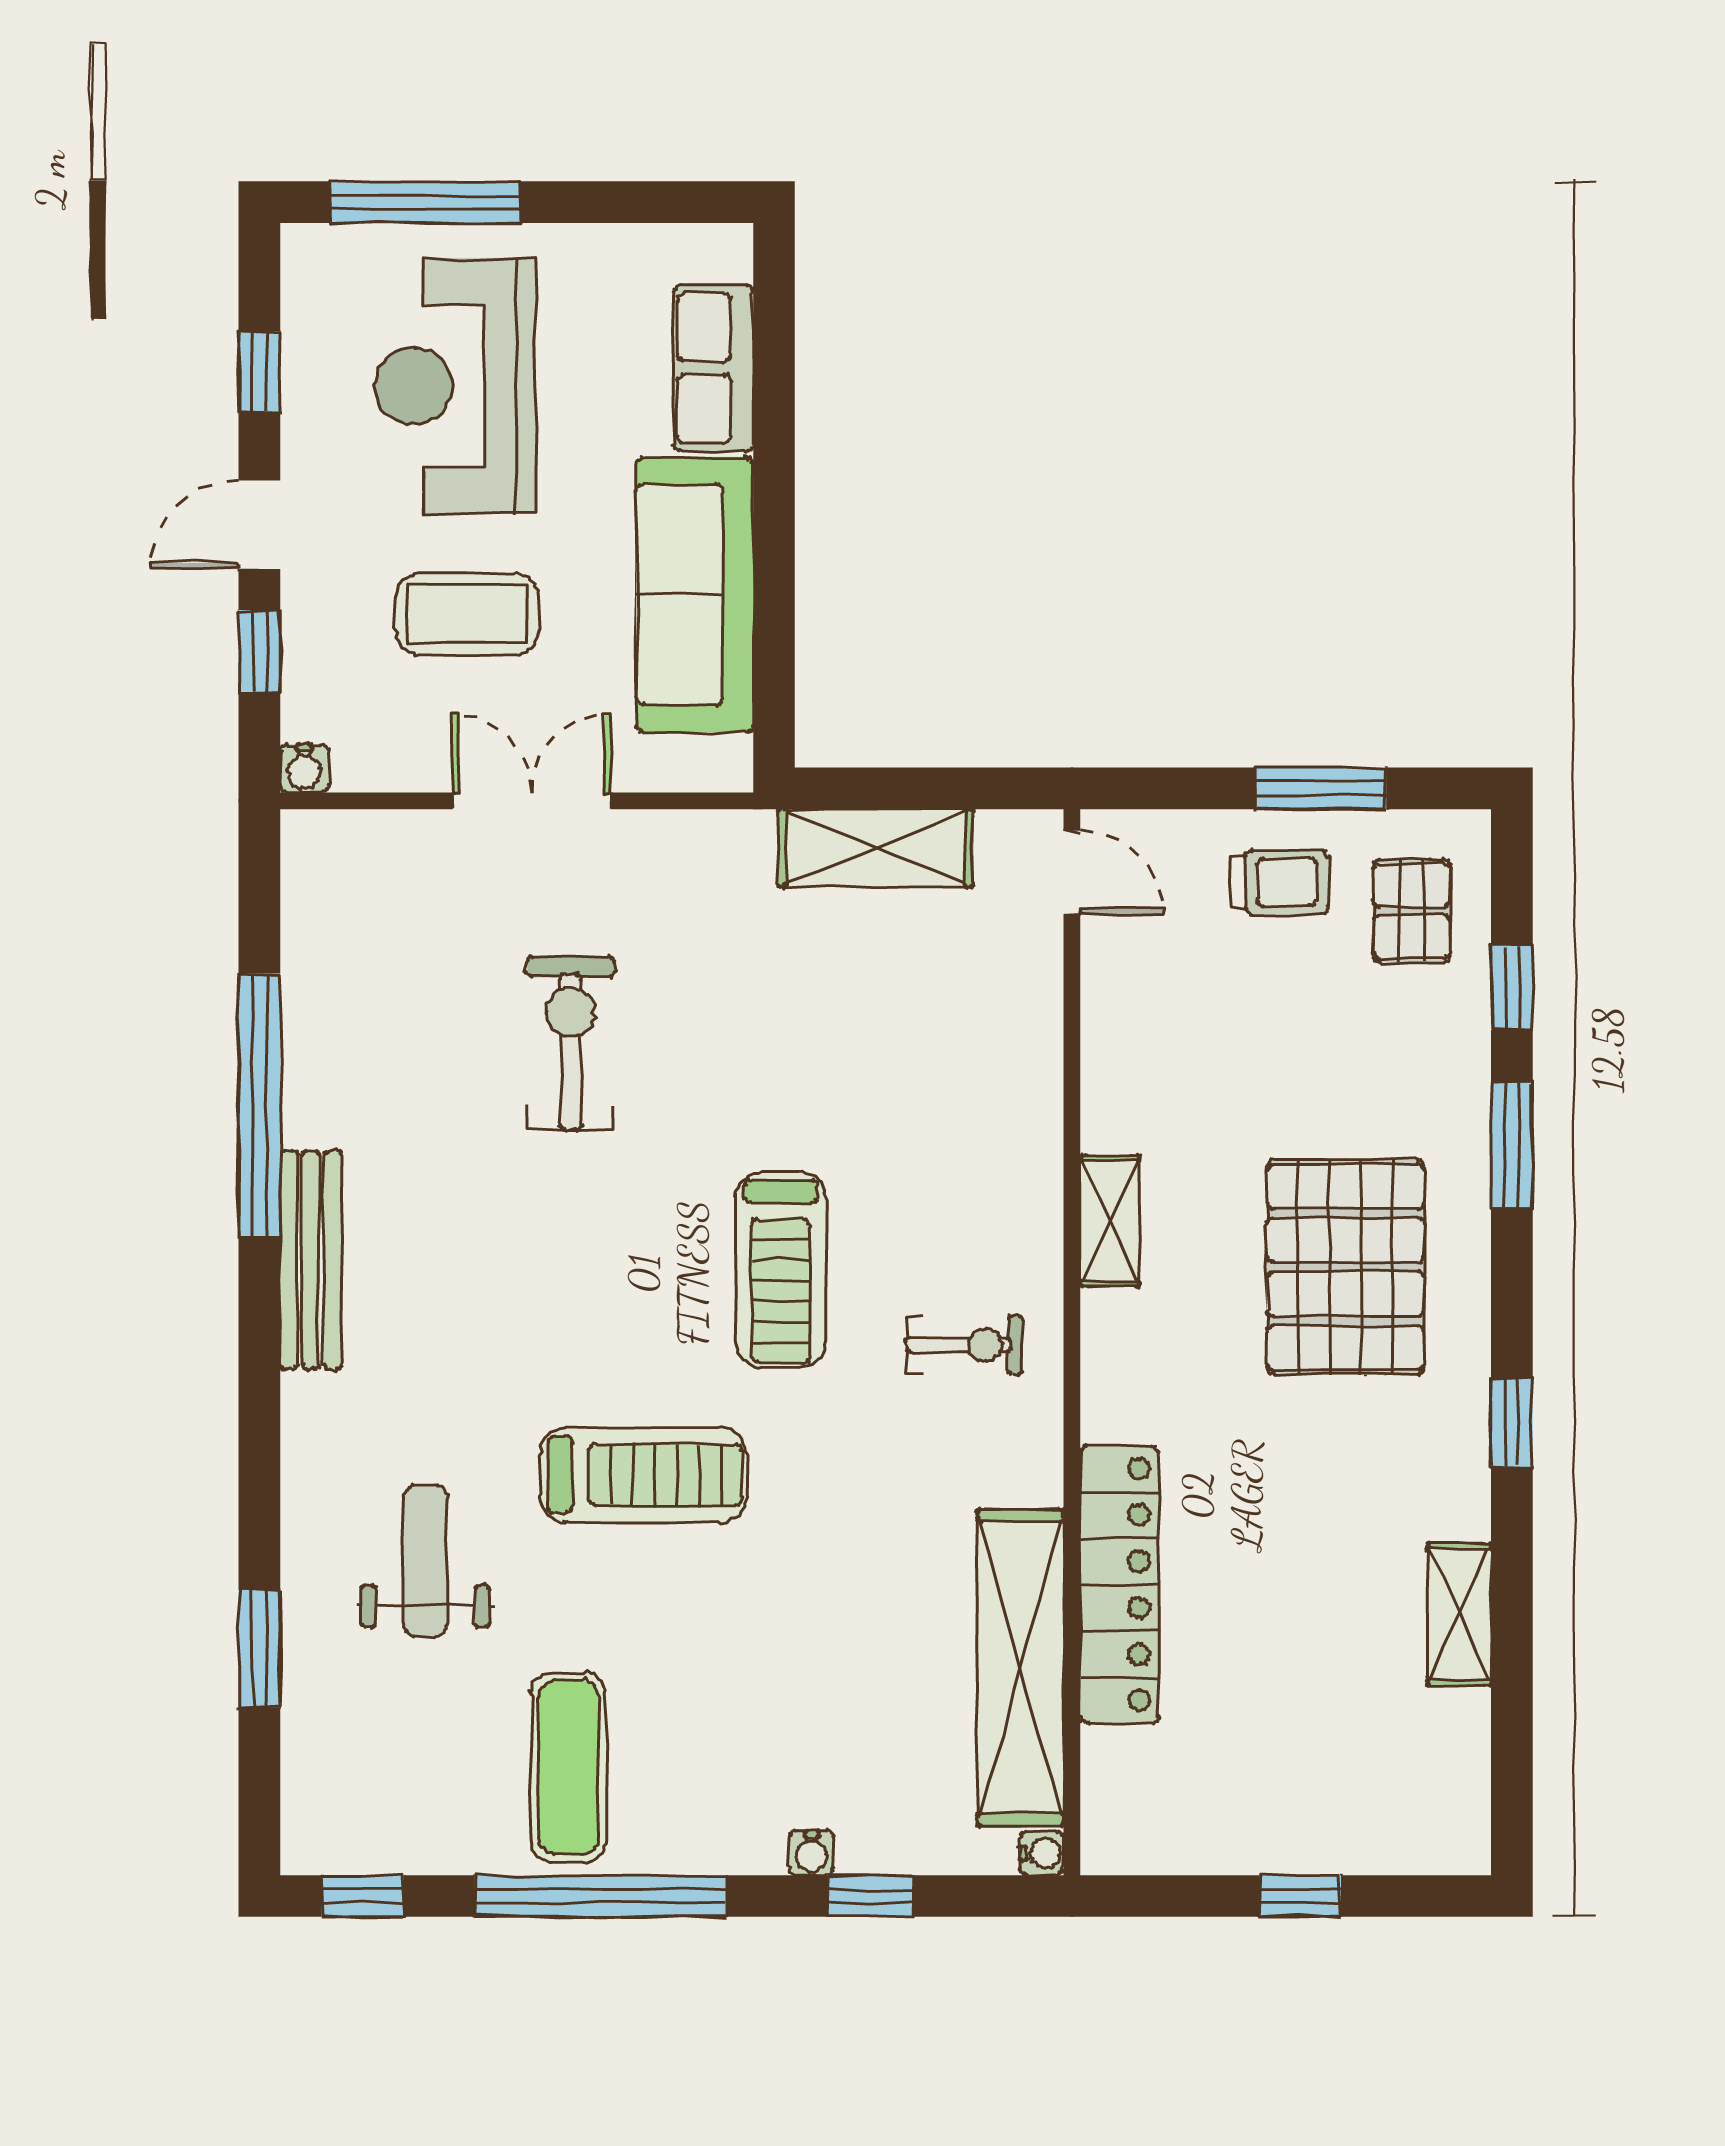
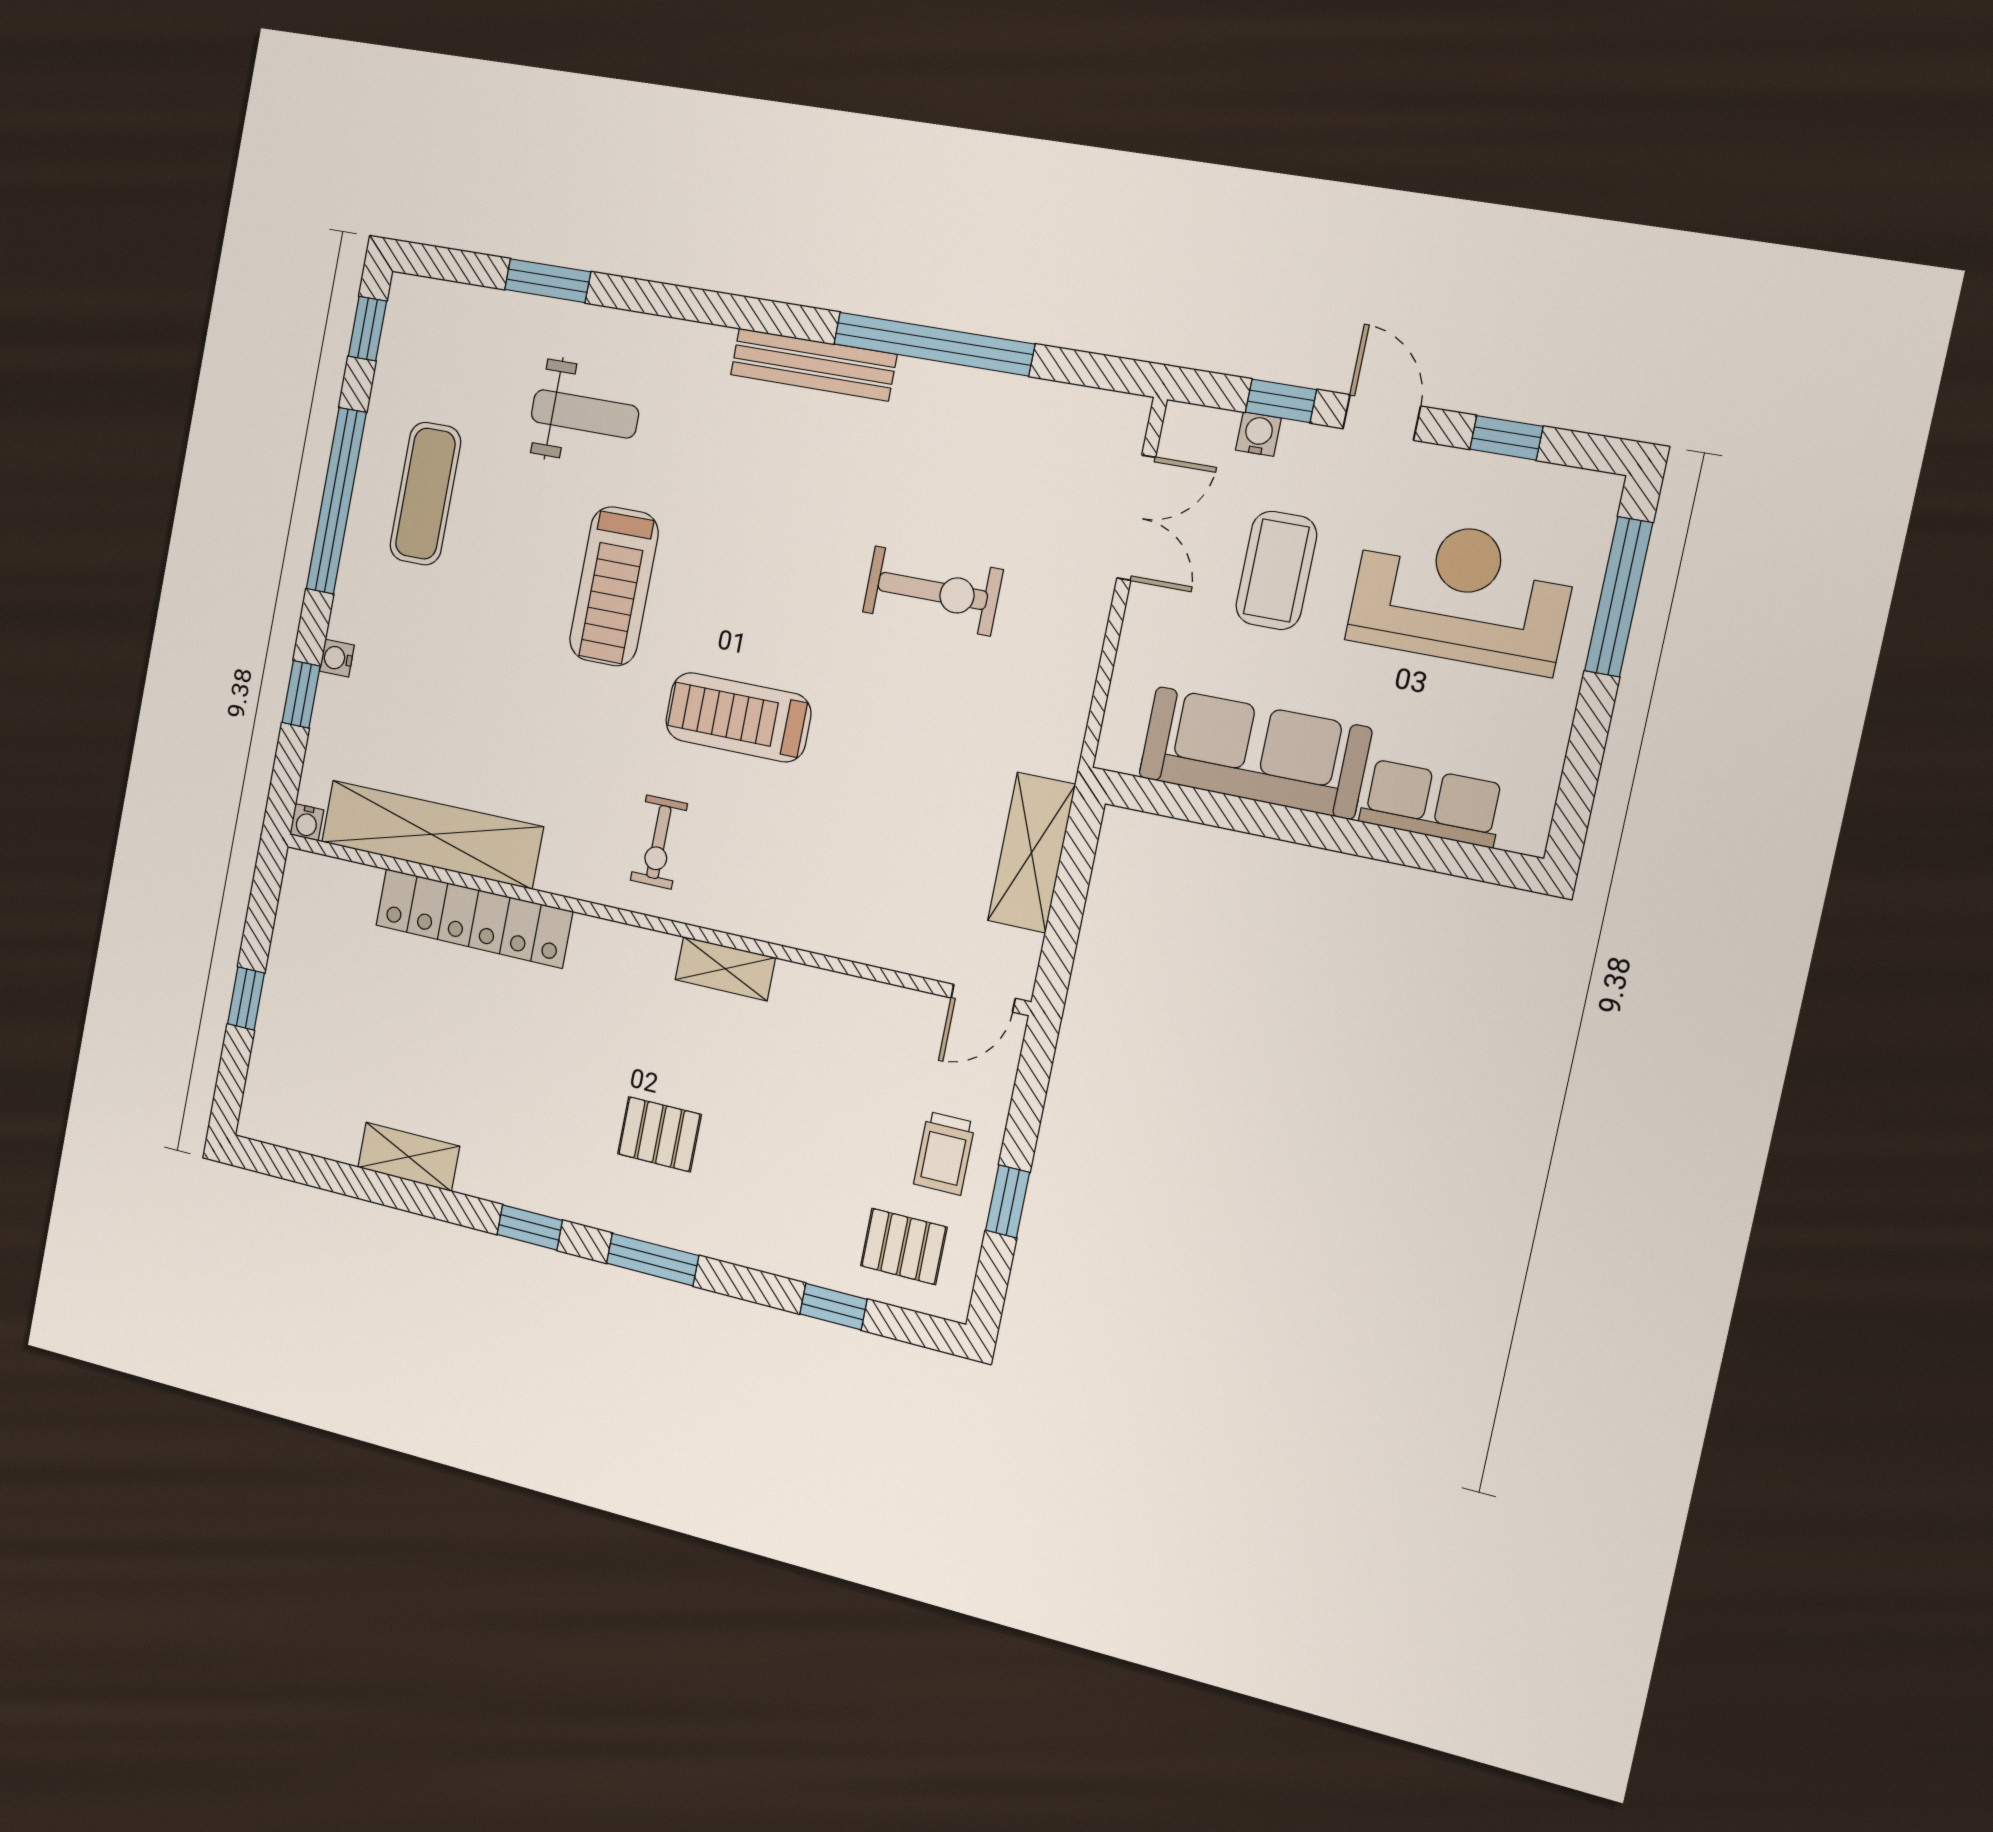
water cooler: (304, 768) -> (1258, 434), moved, turned 90
window: (1321, 788) -> (1008, 1201), width x0.67
double door: (532, 801) -> (1136, 518), moved
window: (1512, 1145) -> (653, 1259), moved
pallet: (1346, 1267) -> (659, 1134), width x0.49, depth x0.50
exercise mat: (568, 1767) -> (425, 494), turned 90

